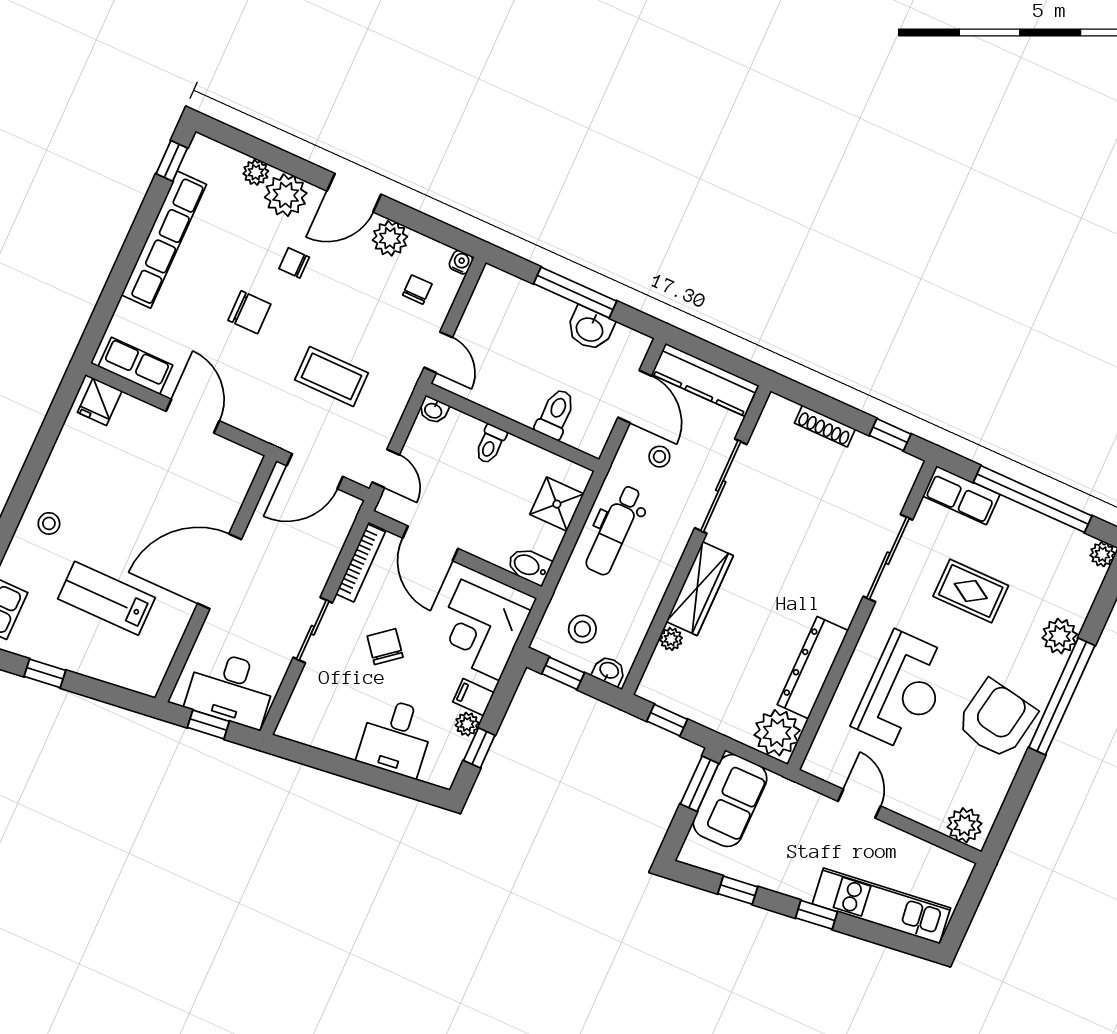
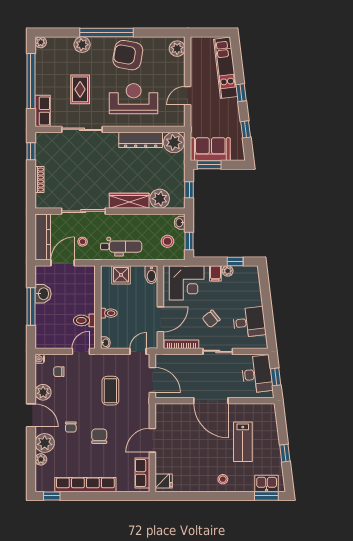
toilet: (556, 414) -> (84, 320), moved
plant: (671, 639) -> (160, 199), width x1.87, depth x1.87
desk: (396, 738) -> (249, 322), moved

